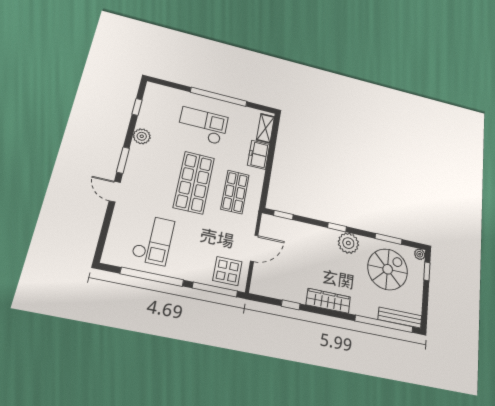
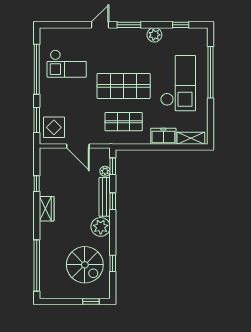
window: (219, 97) -> (210, 72), moved
checkout: (203, 126) -> (178, 83), width x1.36, depth x1.21
window: (337, 227) -> (113, 201), moved
window: (389, 239) -> (113, 263), width x0.67
plant: (420, 254) -> (105, 171), moved
window: (215, 290) -> (37, 120), width x0.69
wardrobe: (328, 301) -> (47, 209), width x0.67
bench: (400, 318) -> (105, 197), moved

